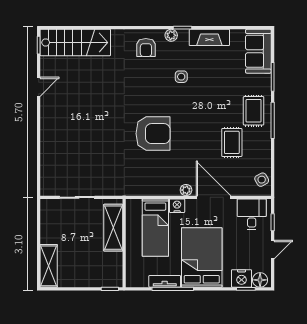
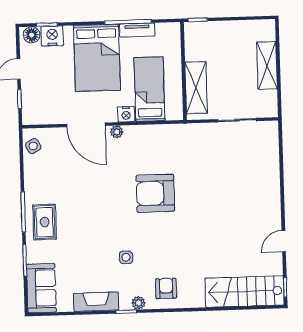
rug: (232, 142) -> (68, 186), removed
desk: (252, 214) -> (43, 107), removed
shelving: (49, 266) -> (267, 65), moved

